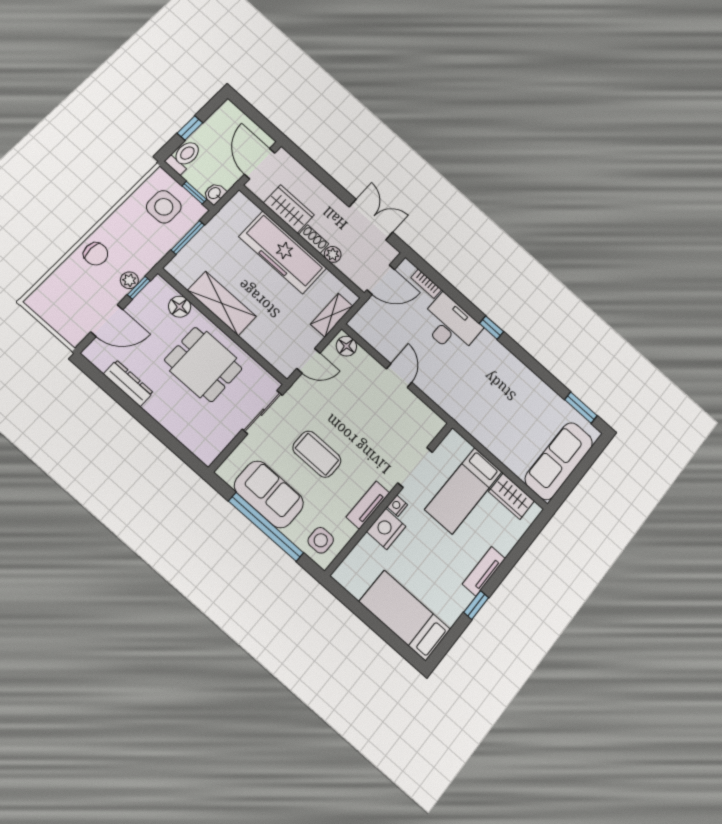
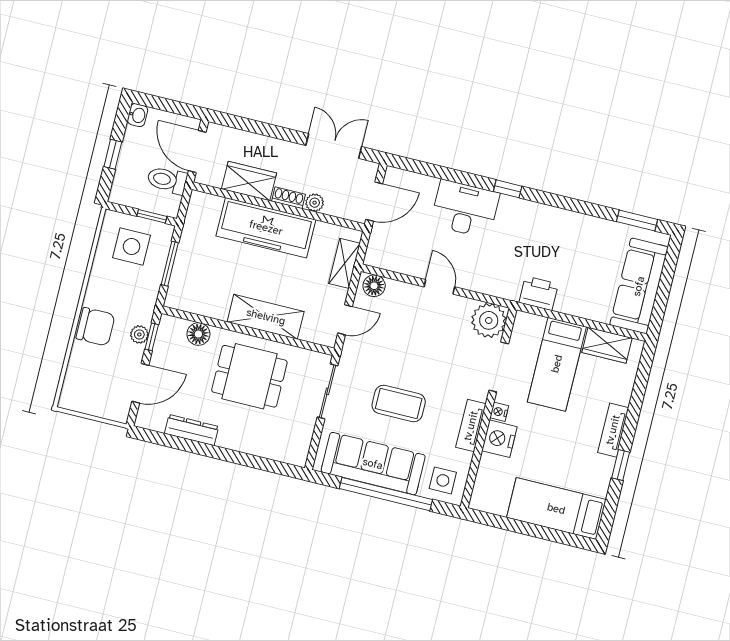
toilet: (184, 156) -> (167, 180), moved, turned -90
washbasin: (215, 193) -> (138, 115), moved, turned 180
chair: (96, 254) -> (96, 327), width x1.37, depth x1.37
bookcase: (426, 284) -> (421, 181), removed
shelving: (222, 303) -> (266, 317), moved
printer: (476, 424) -> (539, 293), added
plant: (426, 425) -> (489, 320), added
sofa: (269, 494) -> (373, 464), width x1.36

